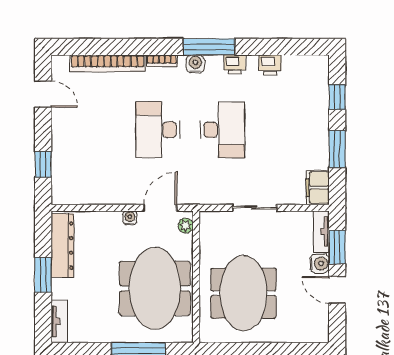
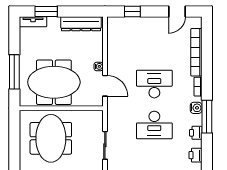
plant: (186, 226) -> (94, 102), removed
window: (43, 275) -> (46, 11), moved
meeting table: (243, 293) -> (51, 138), turned 90

